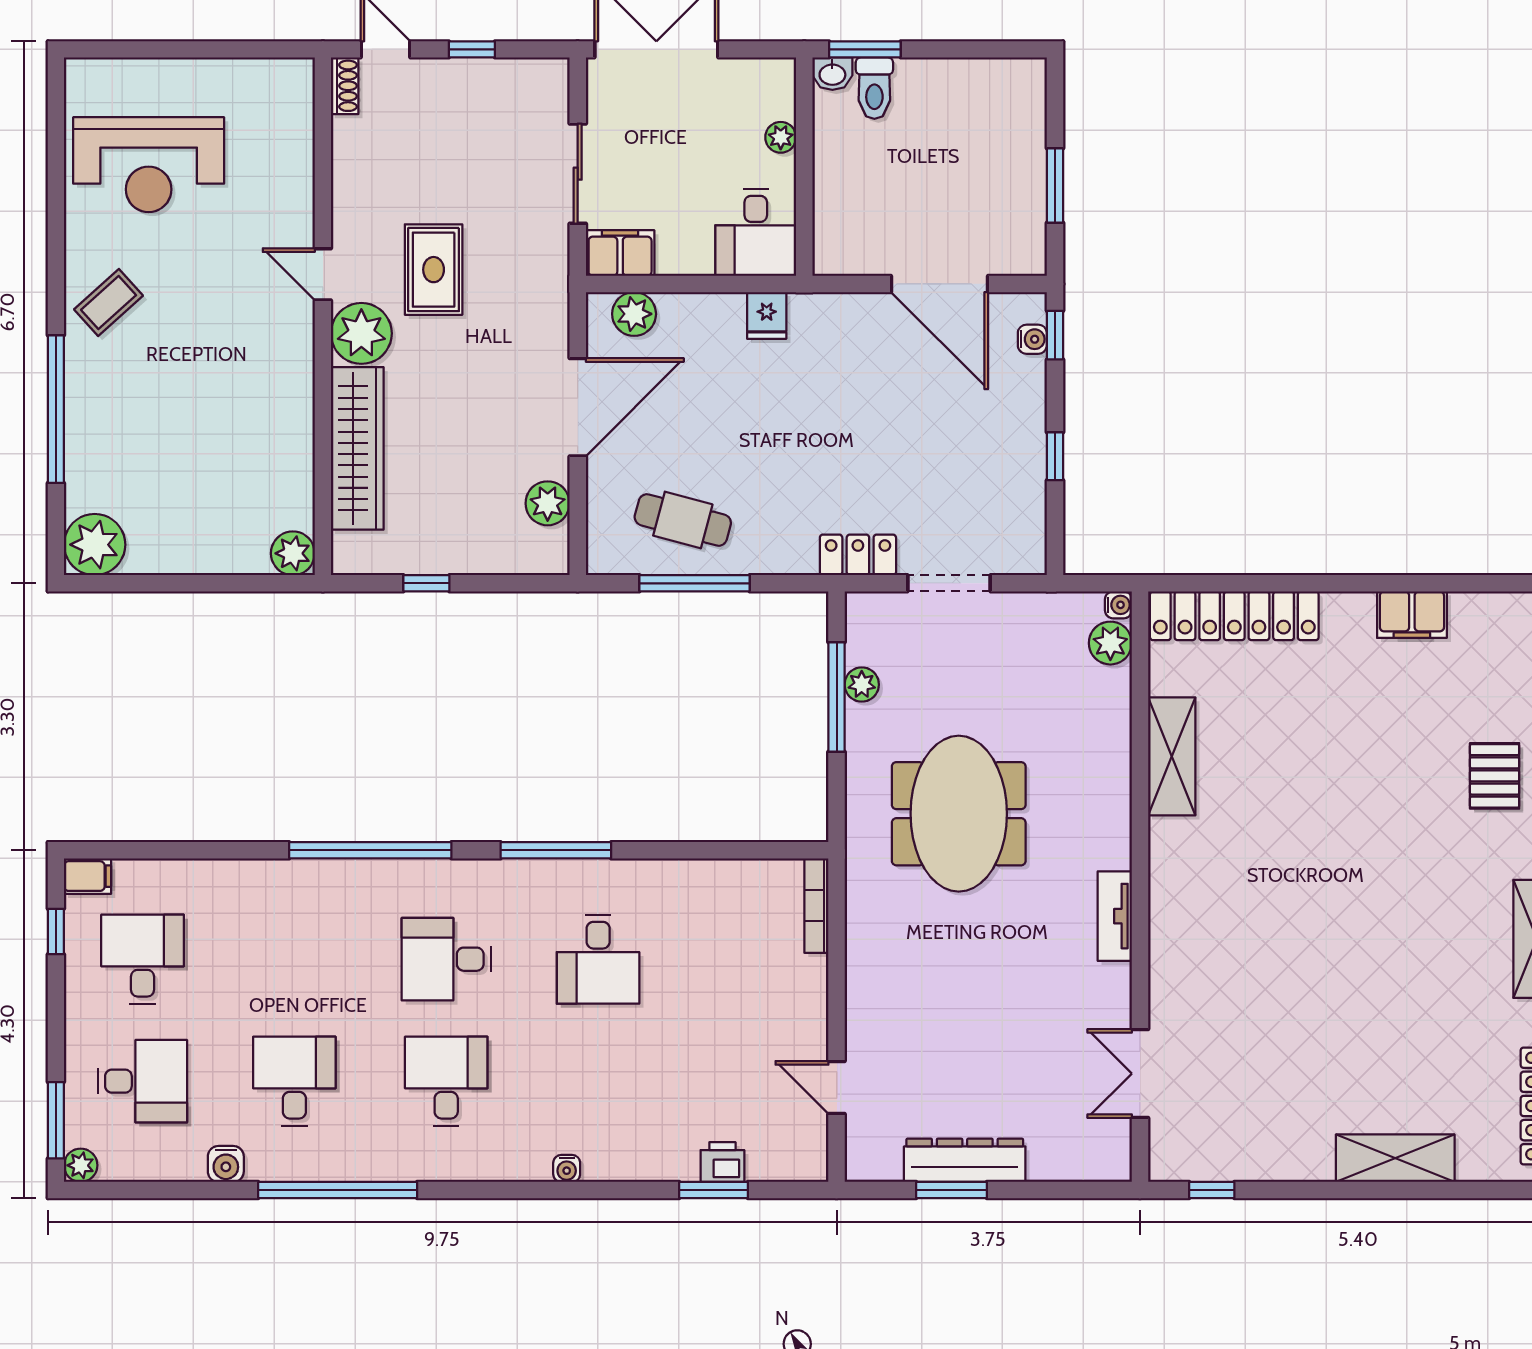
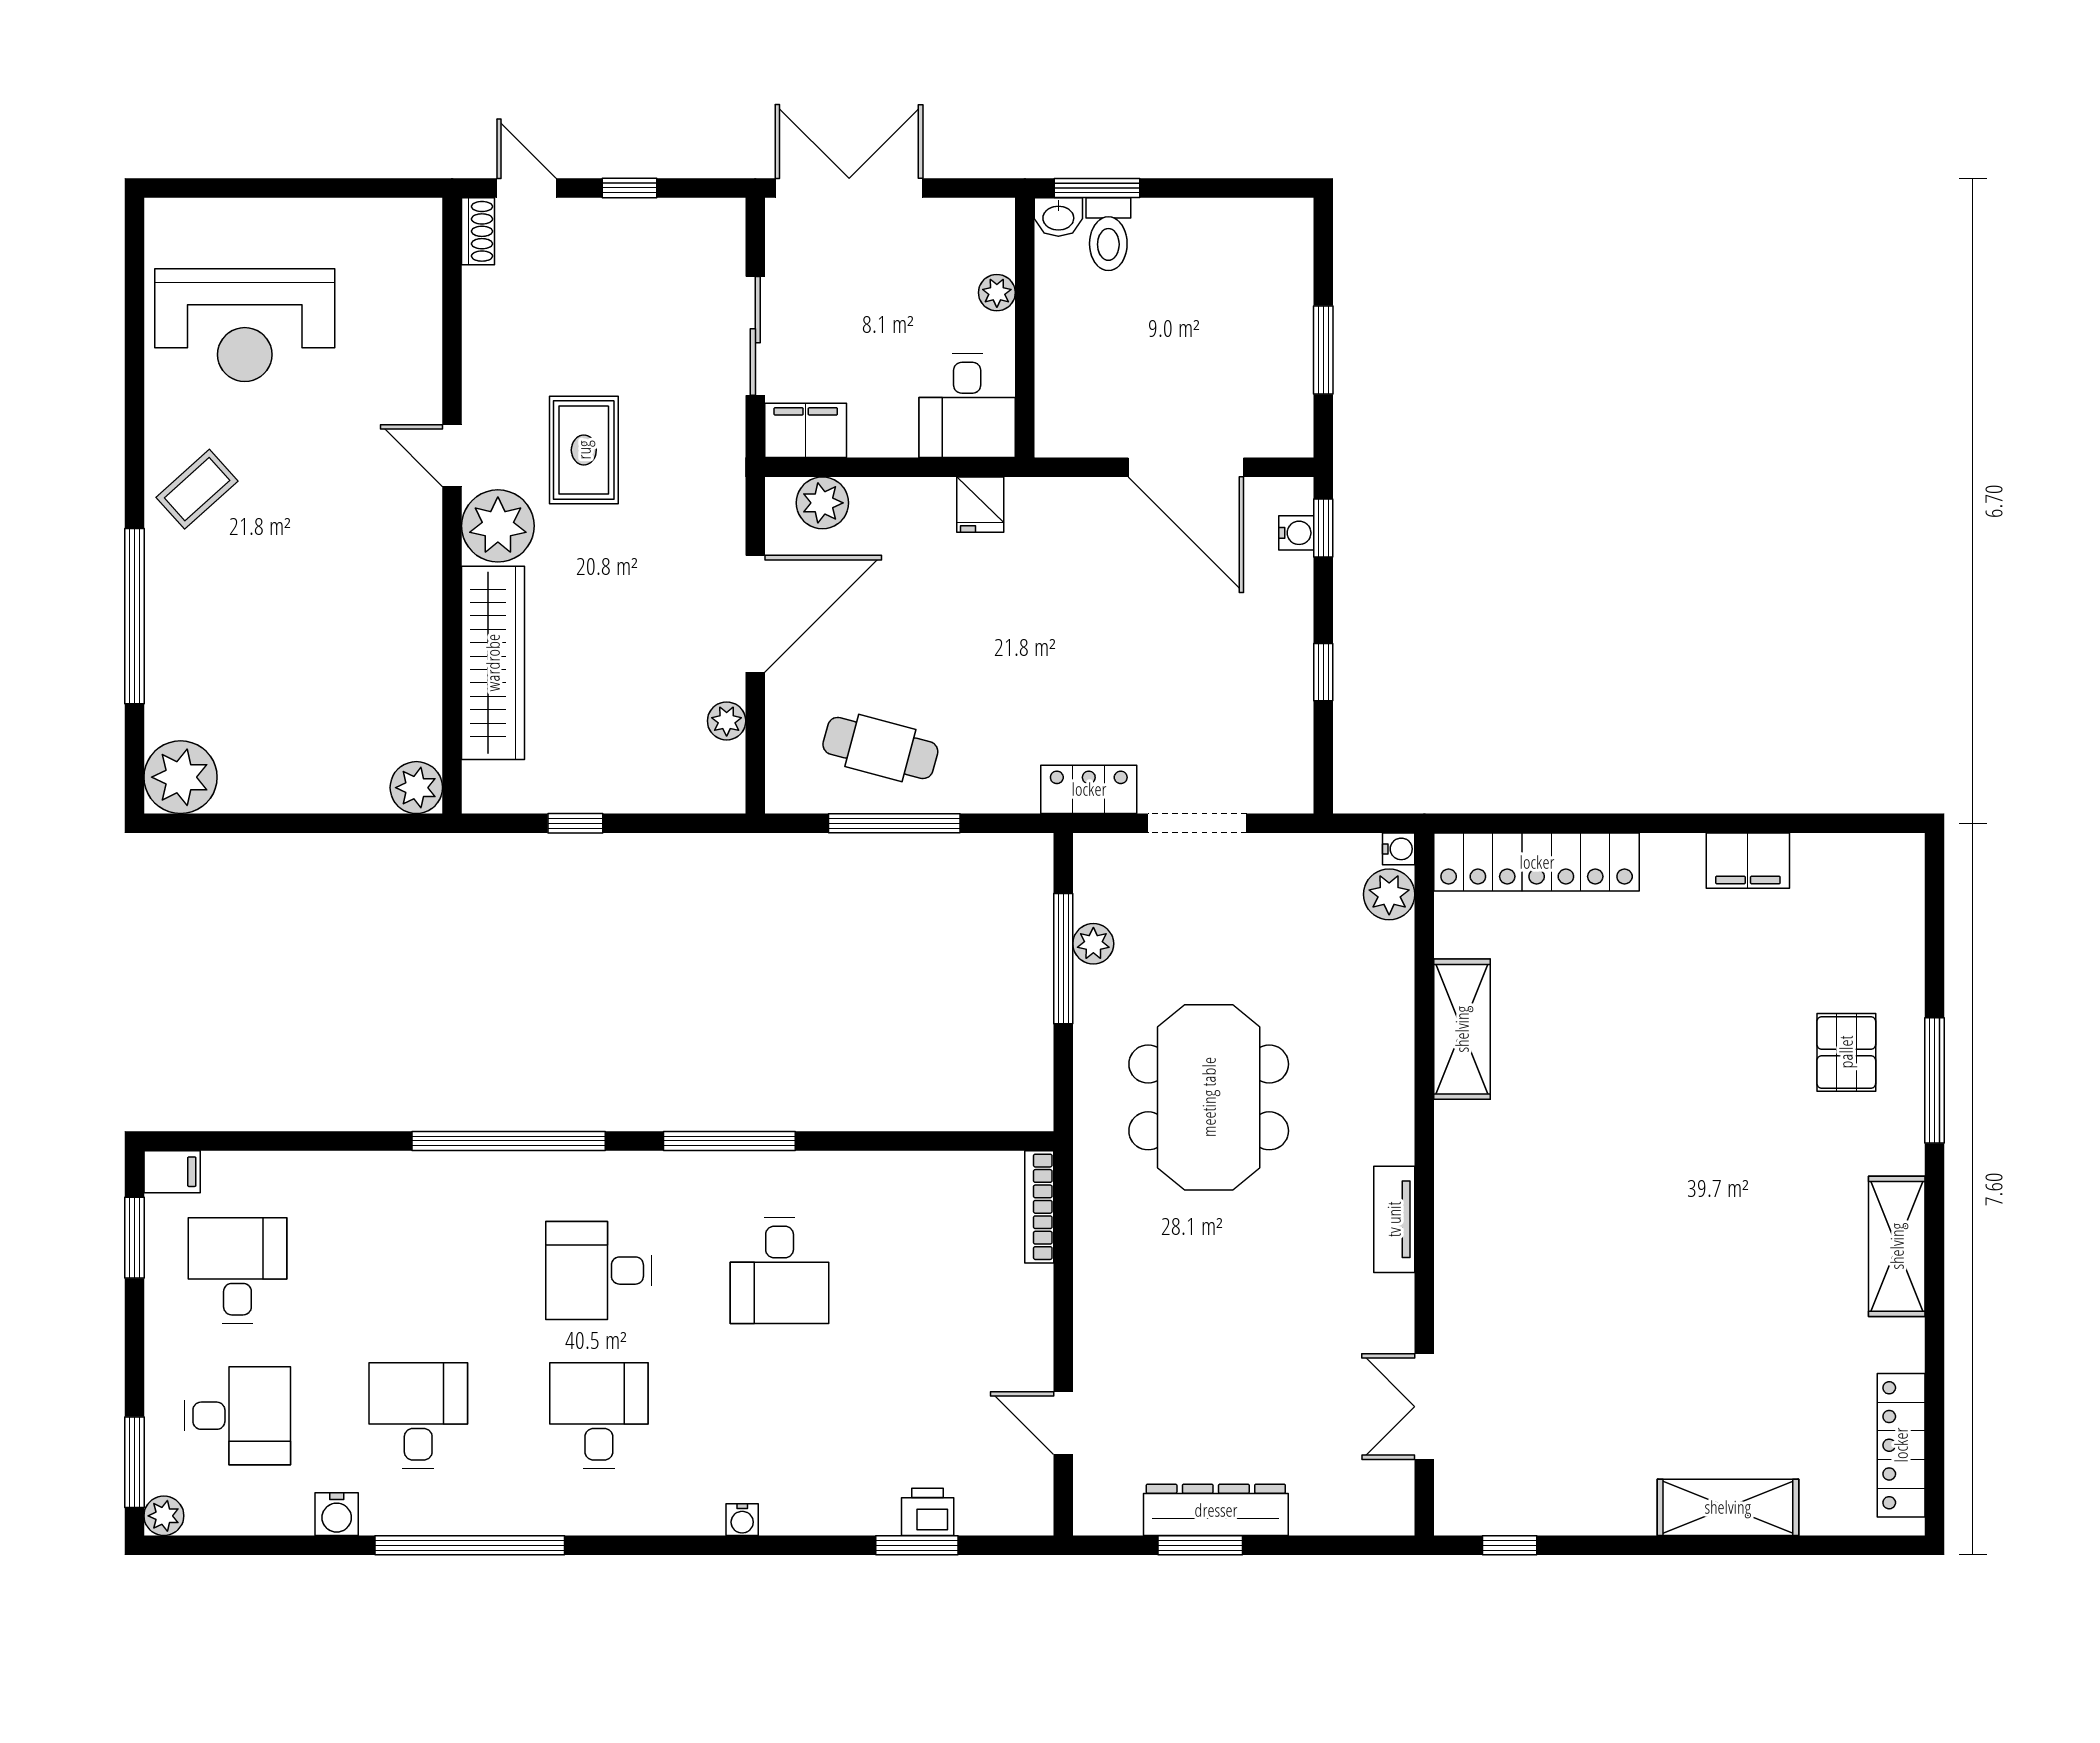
plant: (548, 503) -> (727, 721), width x0.73, depth x0.73
window: (56, 931) -> (134, 1238), width x1.50

